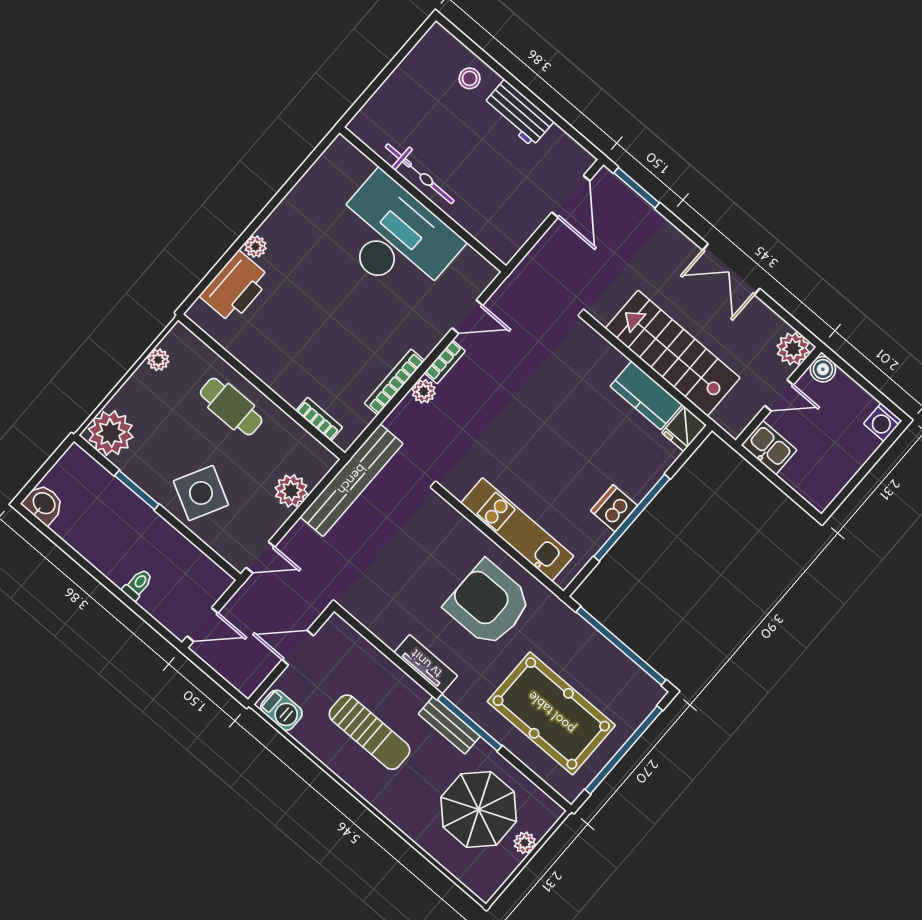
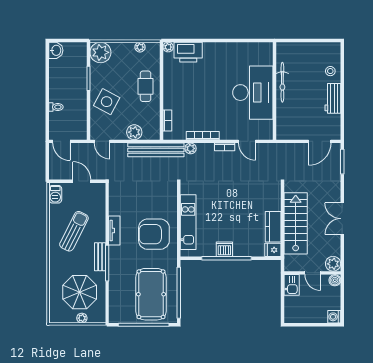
plant: (255, 247) -> (168, 47), moved
plant: (424, 391) -> (191, 148), moved
armchair: (488, 604) -> (154, 234), turned -90
pool table: (551, 713) -> (151, 294), moved
sun lounger: (369, 732) -> (74, 231), turned -153

